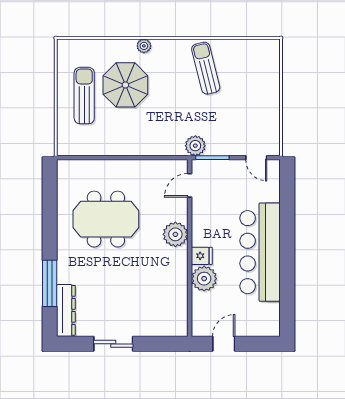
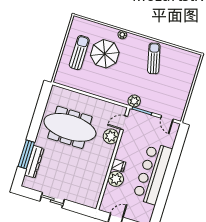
meeting table: (106, 219) -> (70, 127), width x1.36
plant: (175, 234) -> (111, 136), moved
dresser: (66, 310) -> (34, 162), moved

